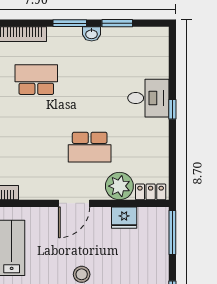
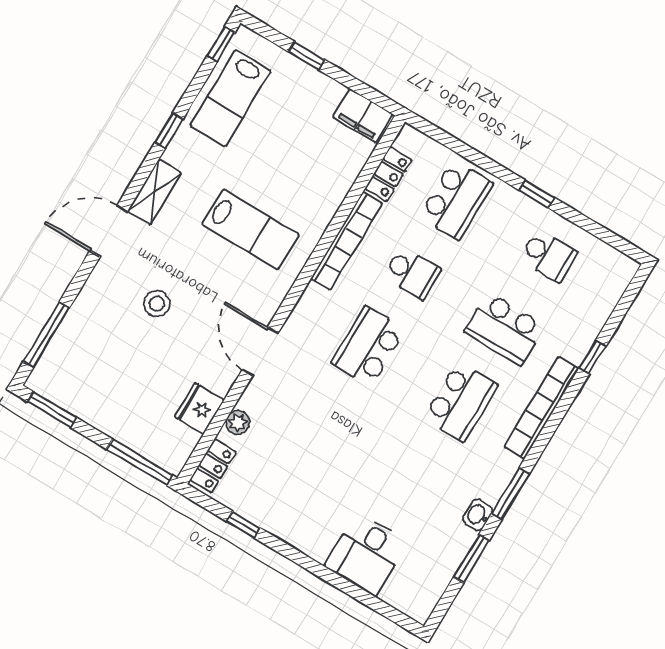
desk: (148, 98) -> (366, 554), moved
window: (172, 109) -> (243, 524), moved
school desk: (90, 147) -> (368, 346), moved
plant: (119, 186) -> (238, 423), width x0.53, depth x0.53

